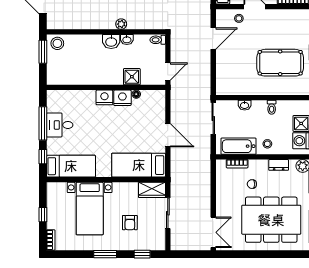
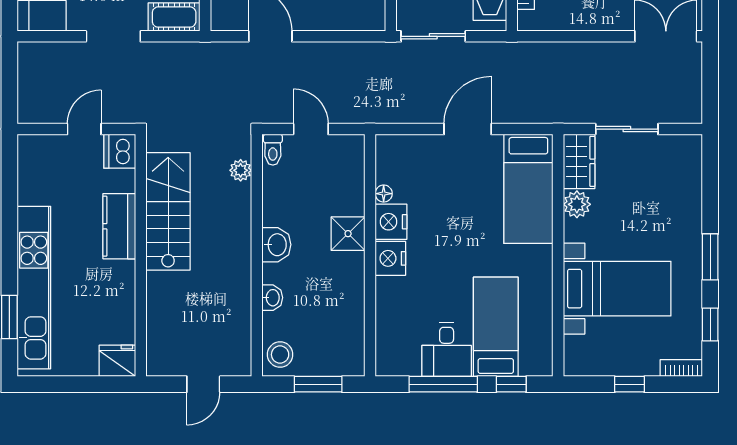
plant: (121, 24) -> (241, 170), moved
washbasin: (127, 40) -> (272, 298), moved
window: (43, 52) -> (318, 384), moved
door: (168, 71) -> (311, 129), moved
shower: (132, 77) -> (348, 234), moved
bed: (71, 166) -> (496, 327), moved
plant: (131, 189) -> (577, 204), added
armchair: (130, 223) -> (646, 207), removed
window: (142, 254) -> (710, 324), moved

